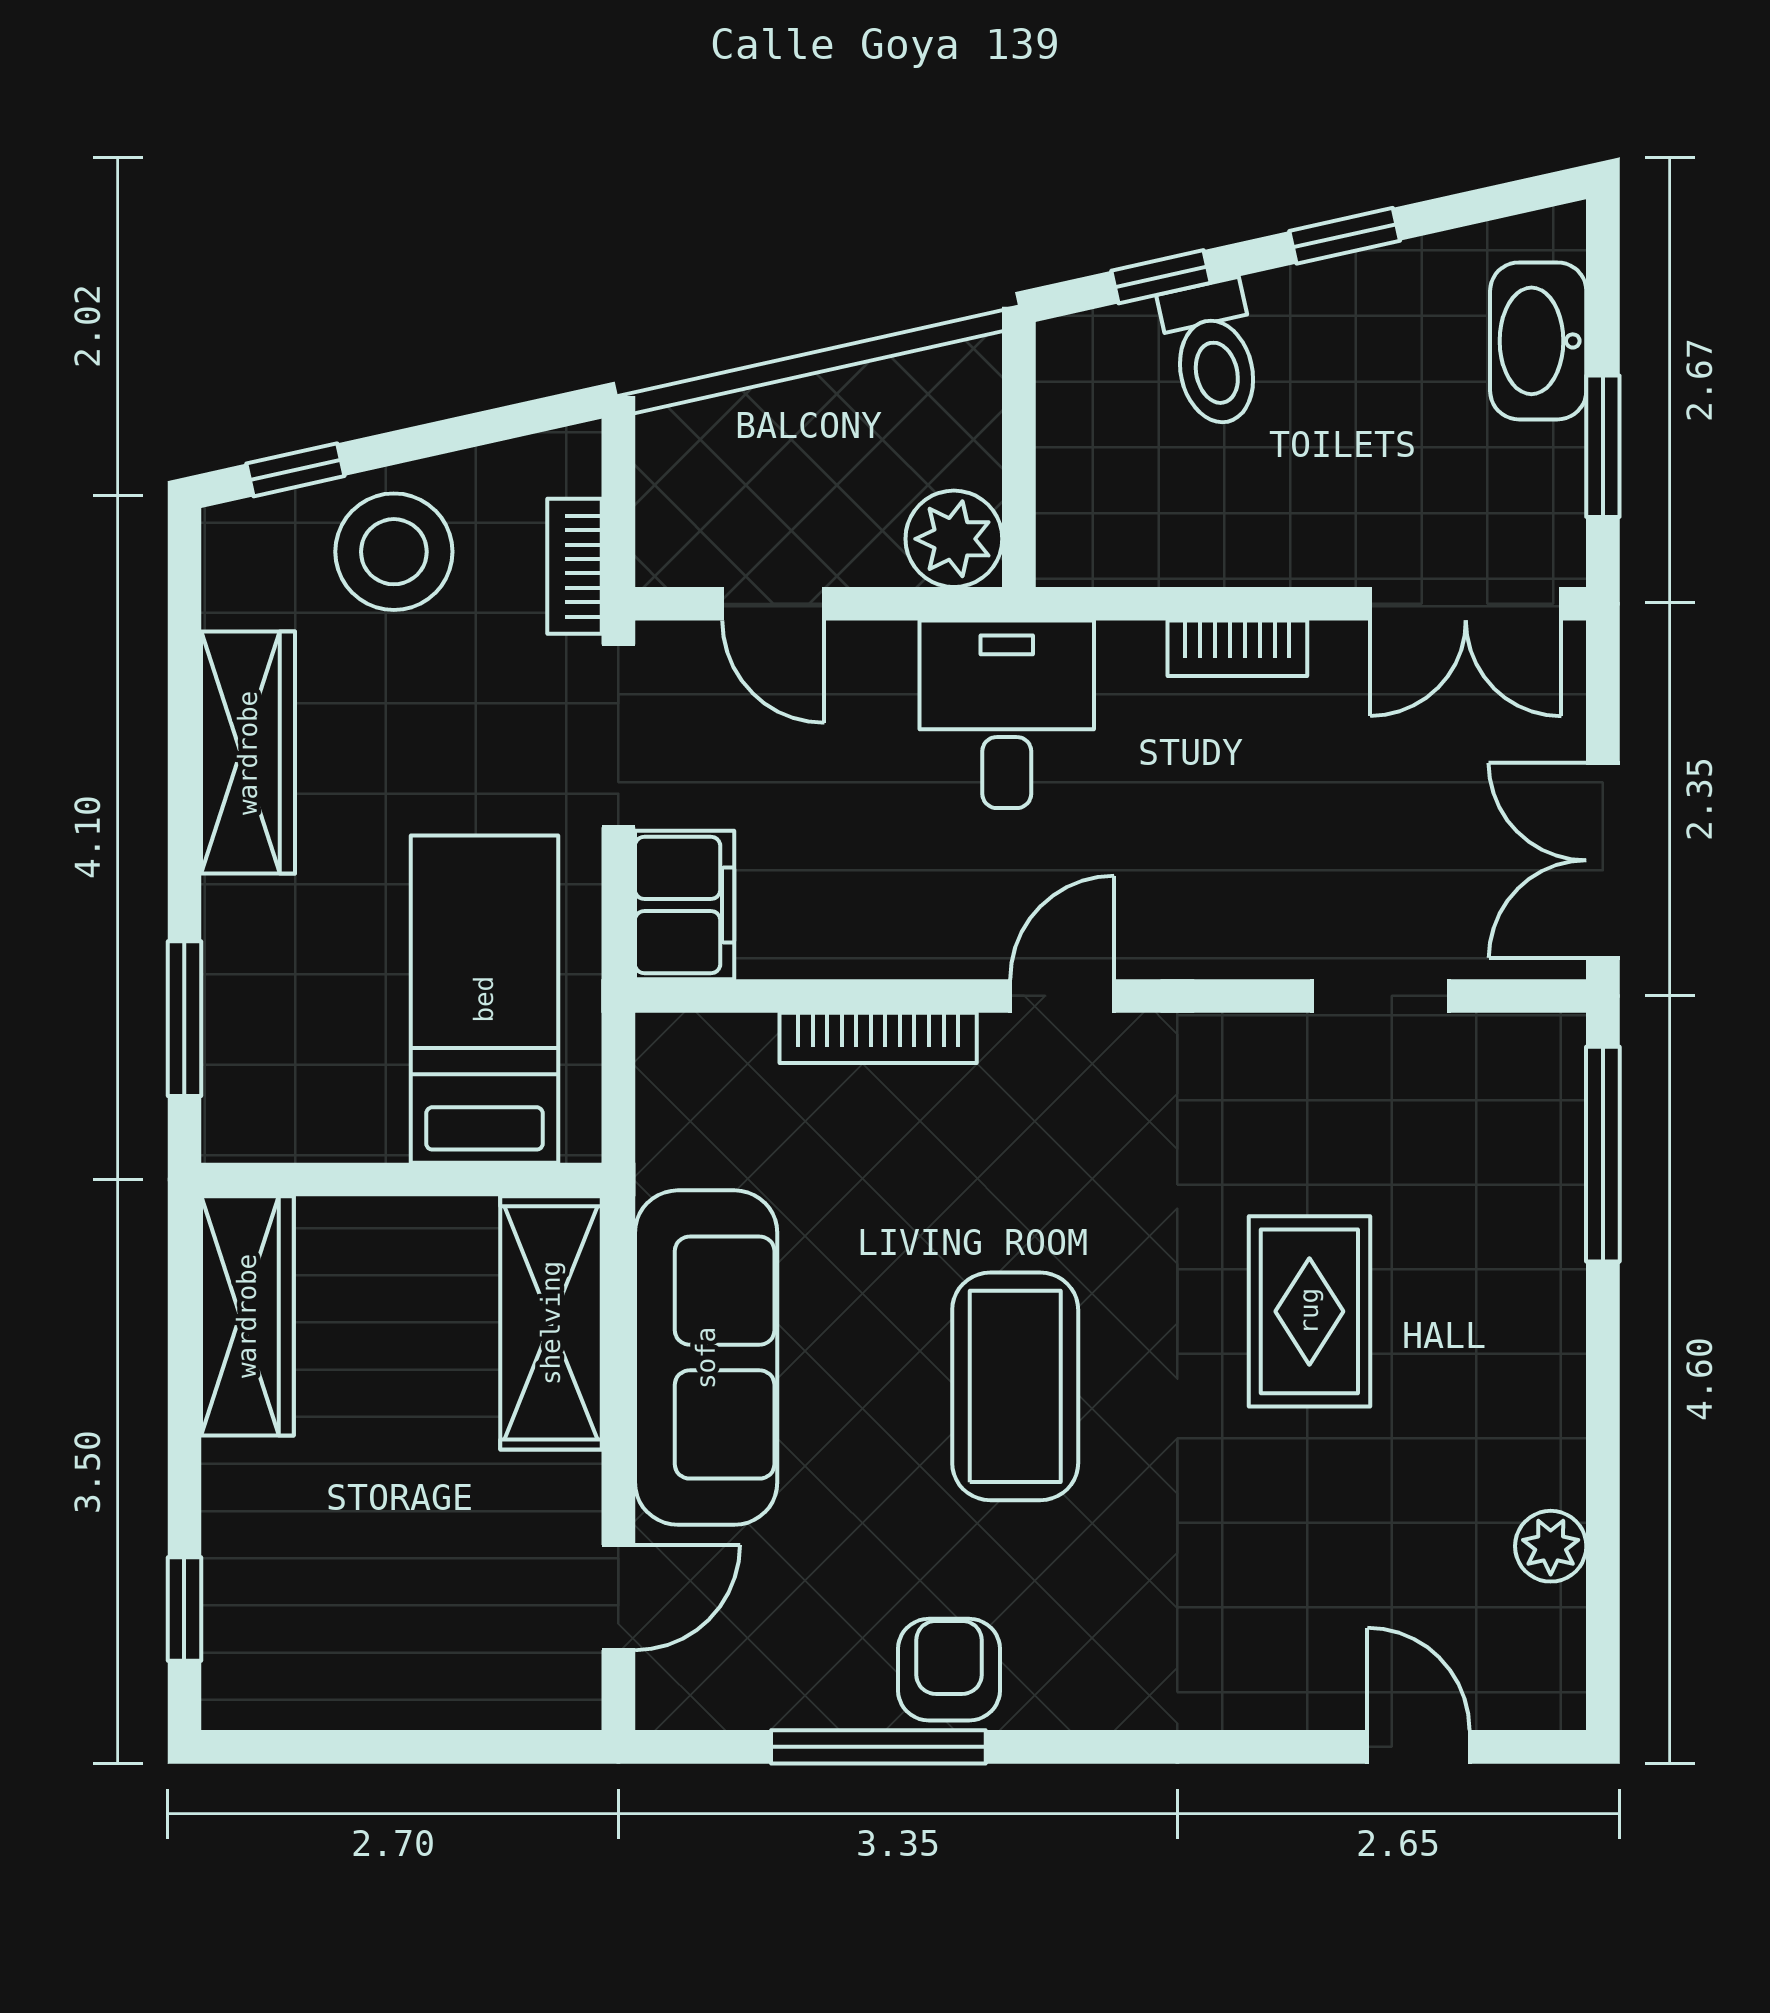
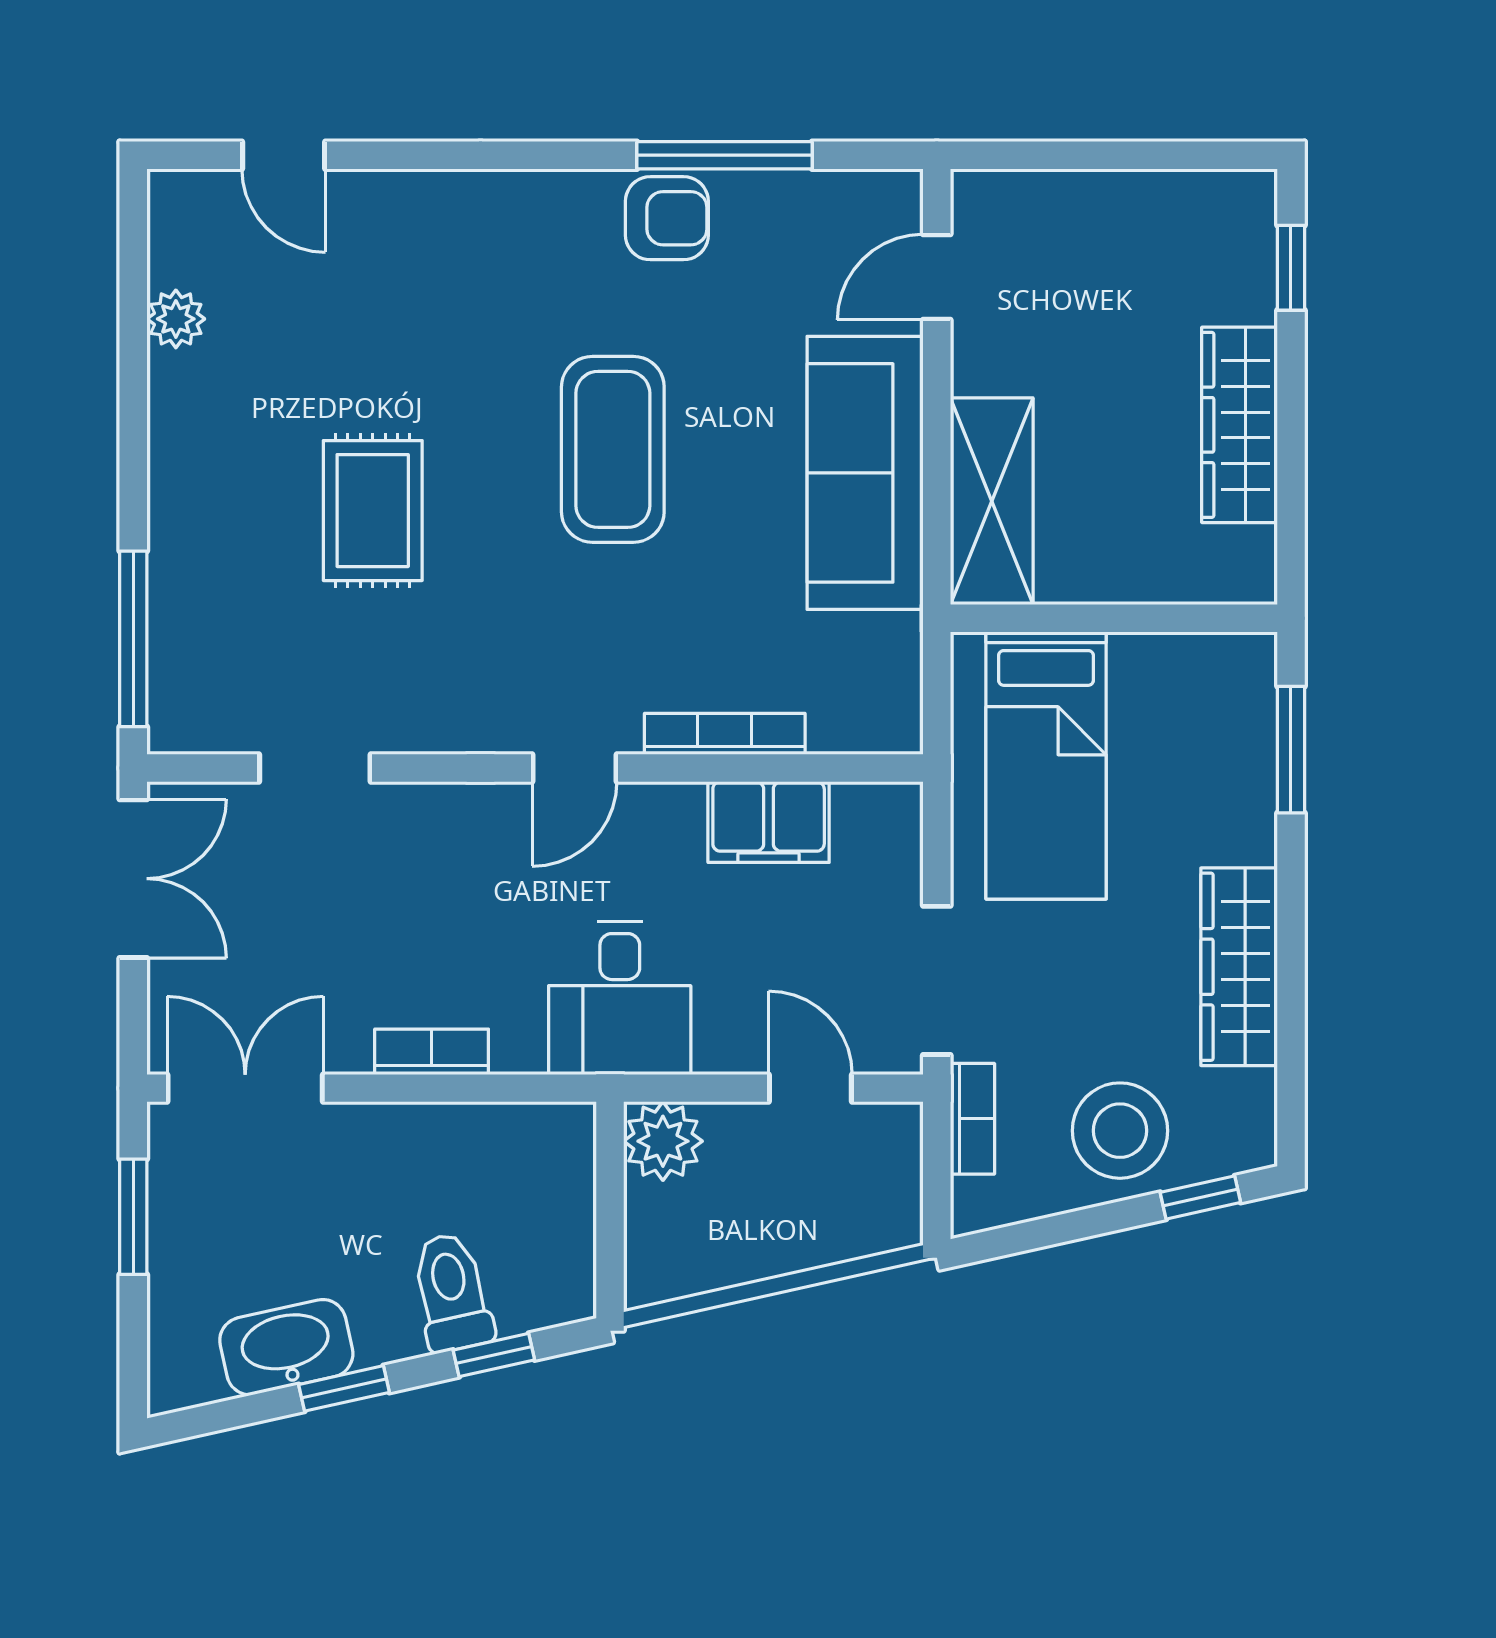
washbasin: (1538, 341) -> (286, 1347), moved, turned -103
filing cabinet: (685, 905) -> (769, 822), moved, turned -90
wardrobe: (247, 1316) -> (1240, 425), moved
armchair: (949, 1670) -> (667, 218), turned -90

